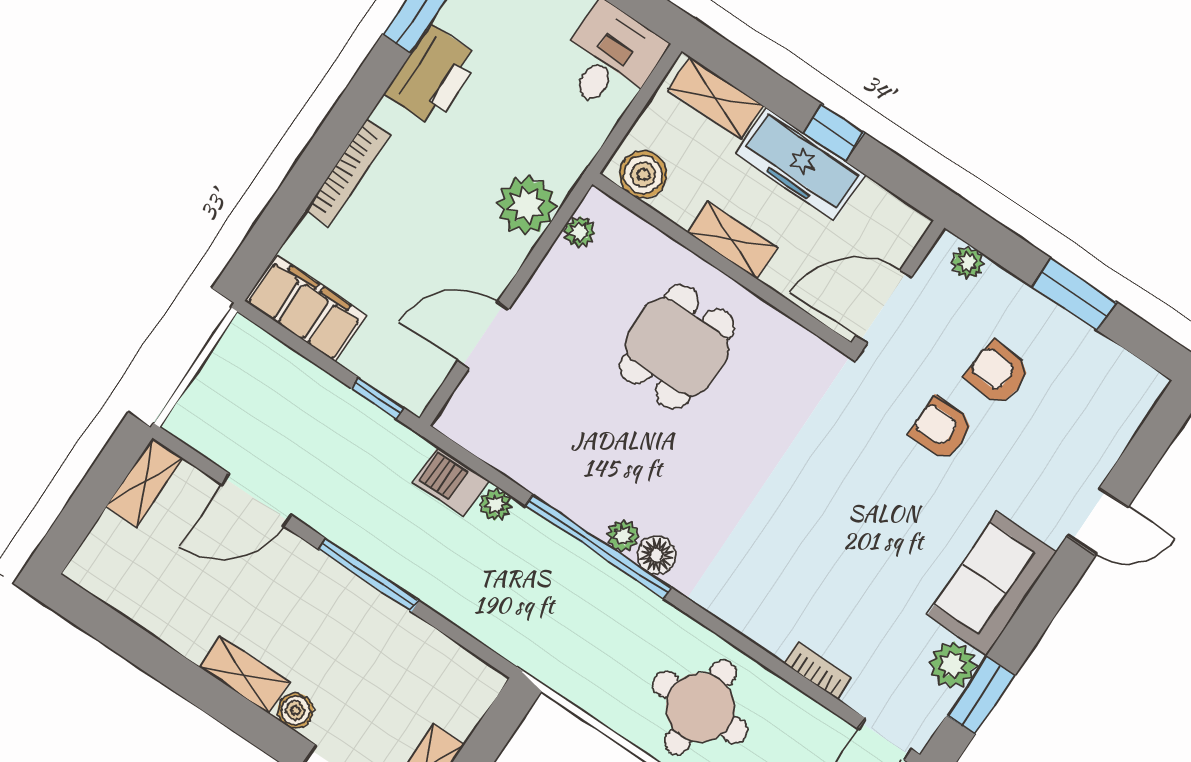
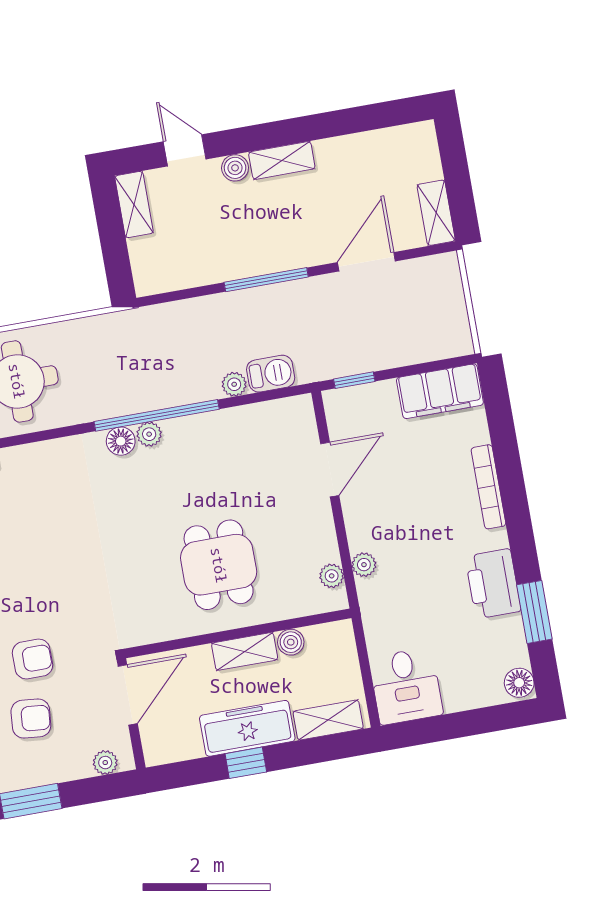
boiler: (643, 174) -> (291, 642), moved, width x0.73, depth x0.73
plant: (527, 205) -> (364, 565), width x0.53, depth x0.53

